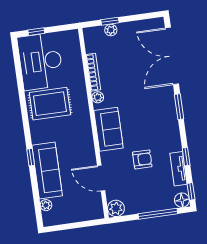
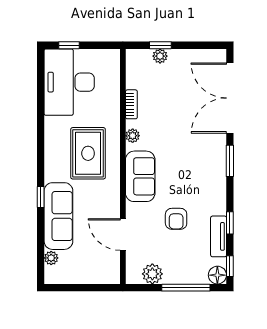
bookcase: (93, 72) -> (131, 104), width x0.64
rug: (50, 104) -> (88, 153), moved, turned 90
armchair: (142, 159) -> (176, 219), turned 90
plant: (116, 208) -> (152, 274), moved

